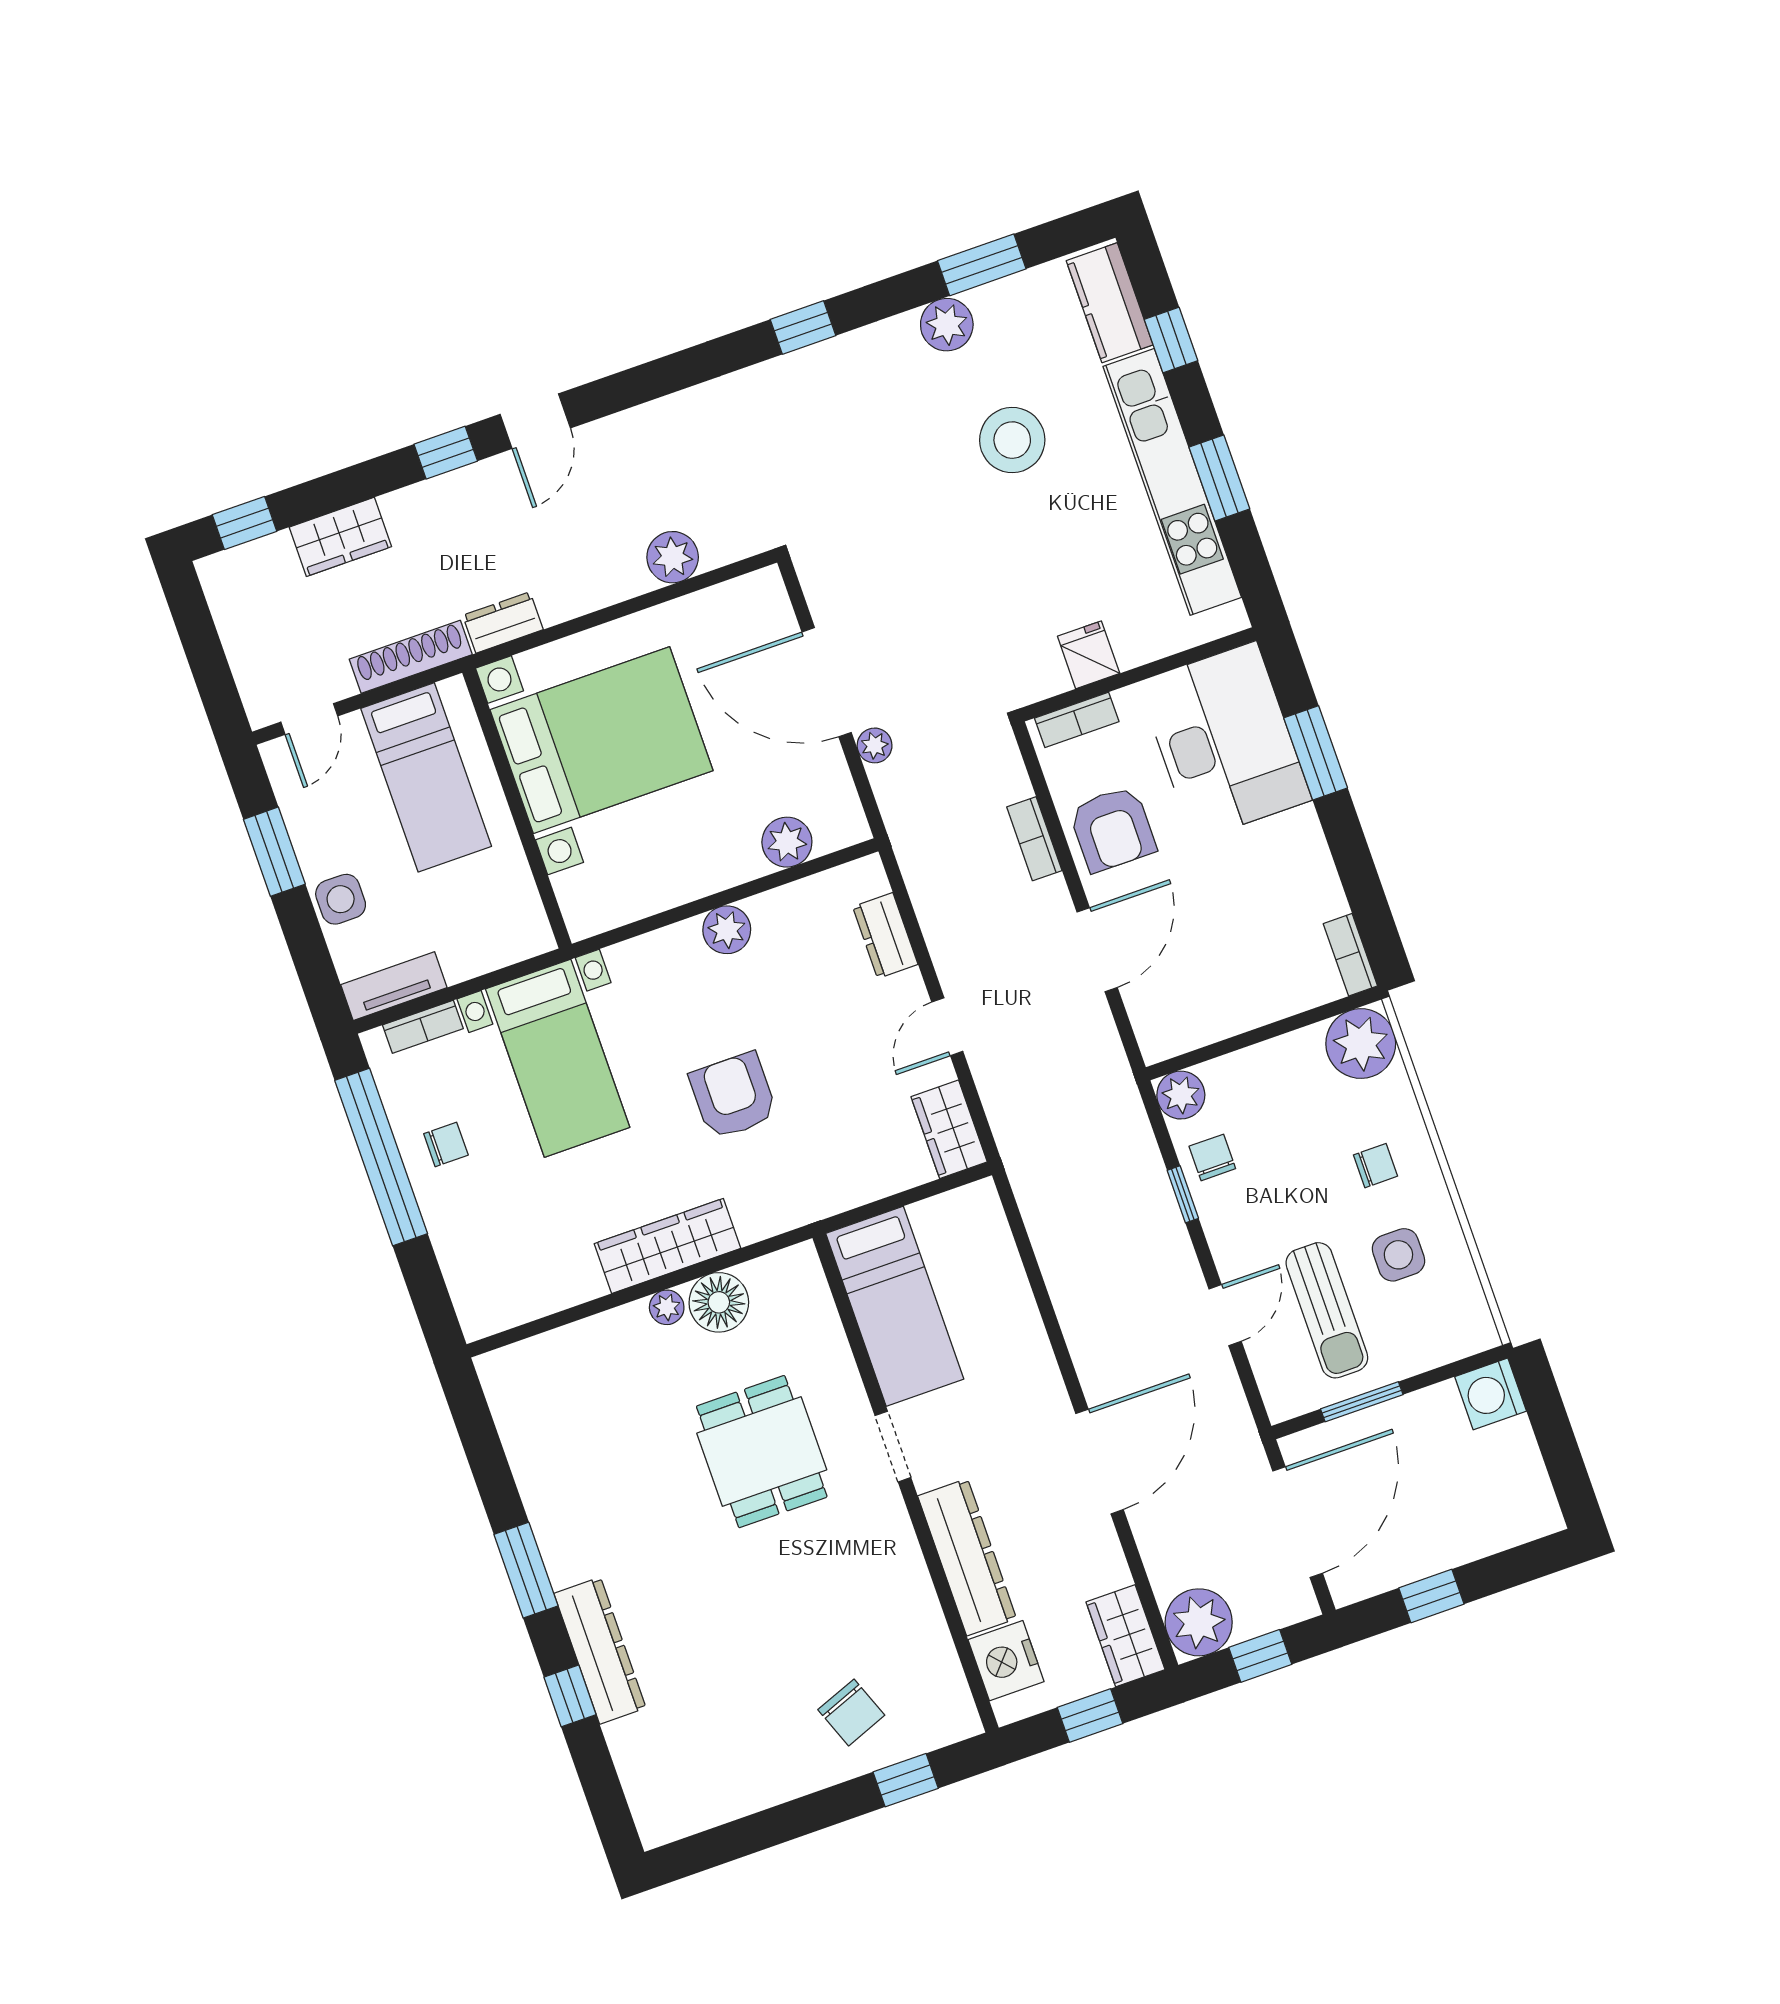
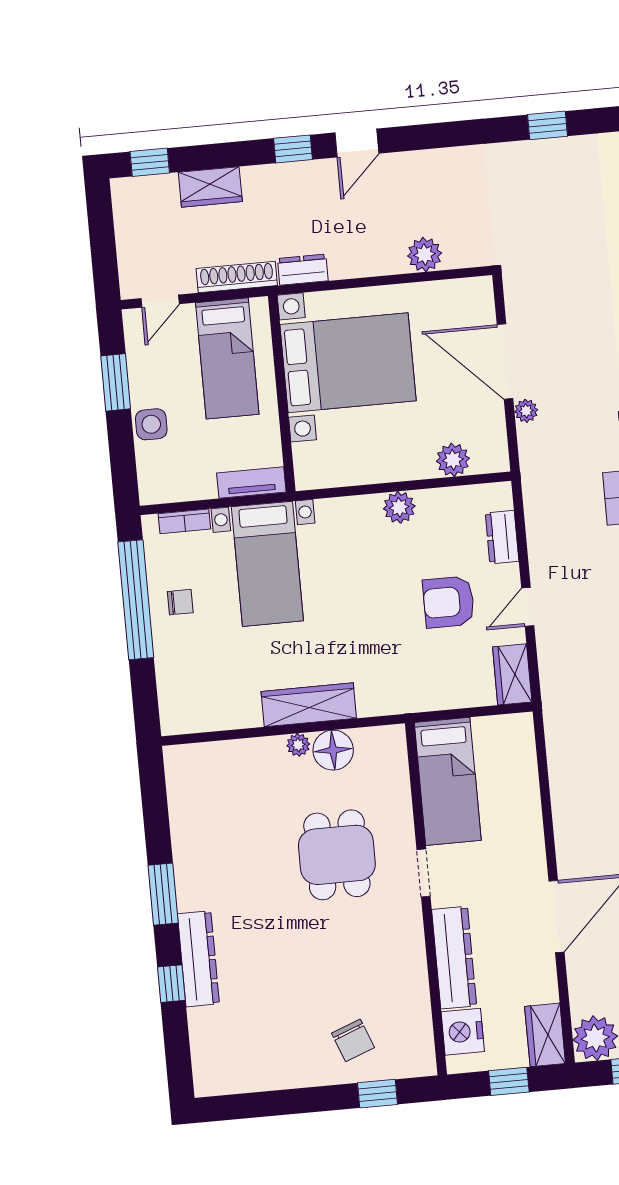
tv unit: (394, 986) -> (251, 483), moved
armchair: (733, 1096) -> (449, 602), moved, turned -90

